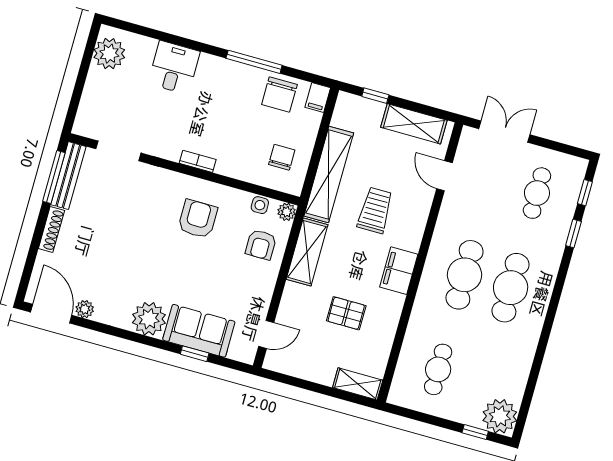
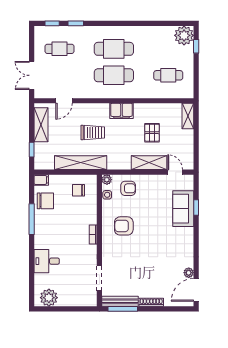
trolley: (375, 210) -> (93, 133), turned 180
shelving: (307, 252) -> (149, 163), moved
plant: (149, 319) -> (184, 237), removed

